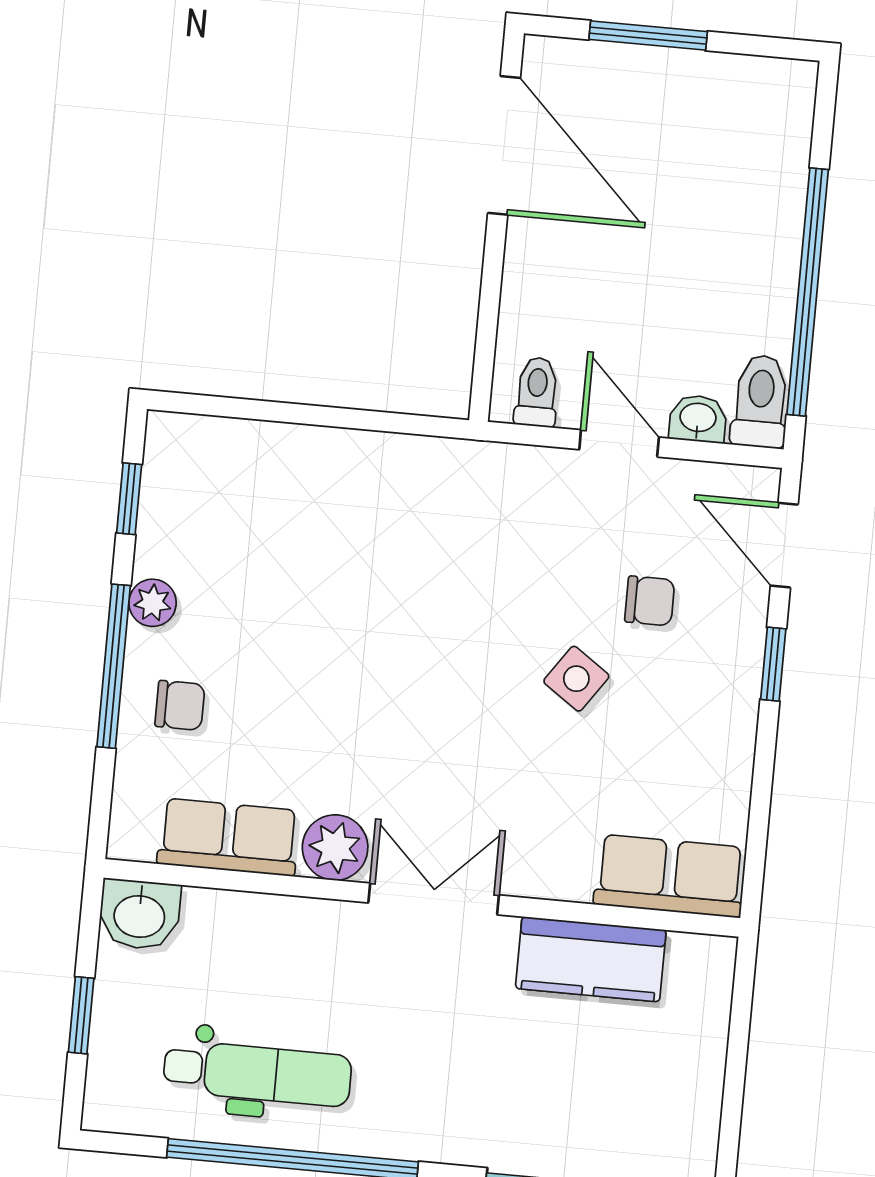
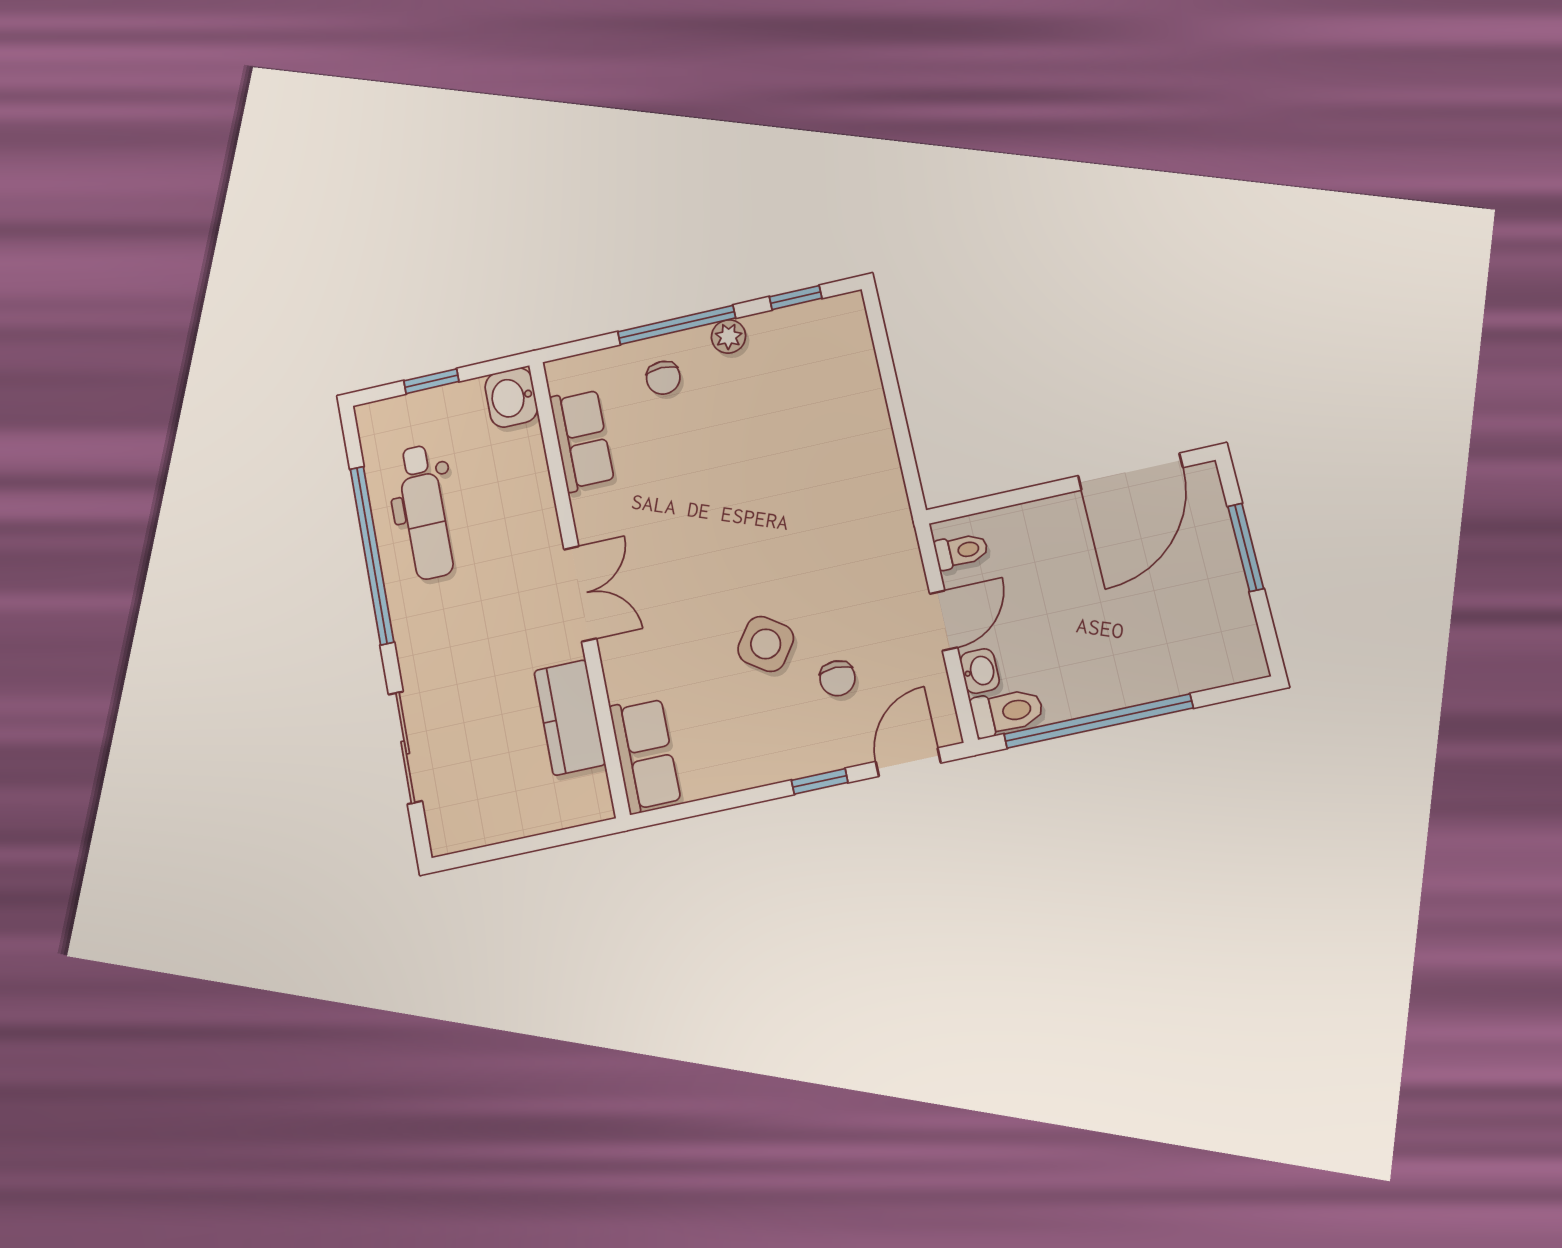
side table: (576, 679) -> (766, 644), width x1.37, depth x1.37
plant: (335, 848) -> (596, 514), removed

